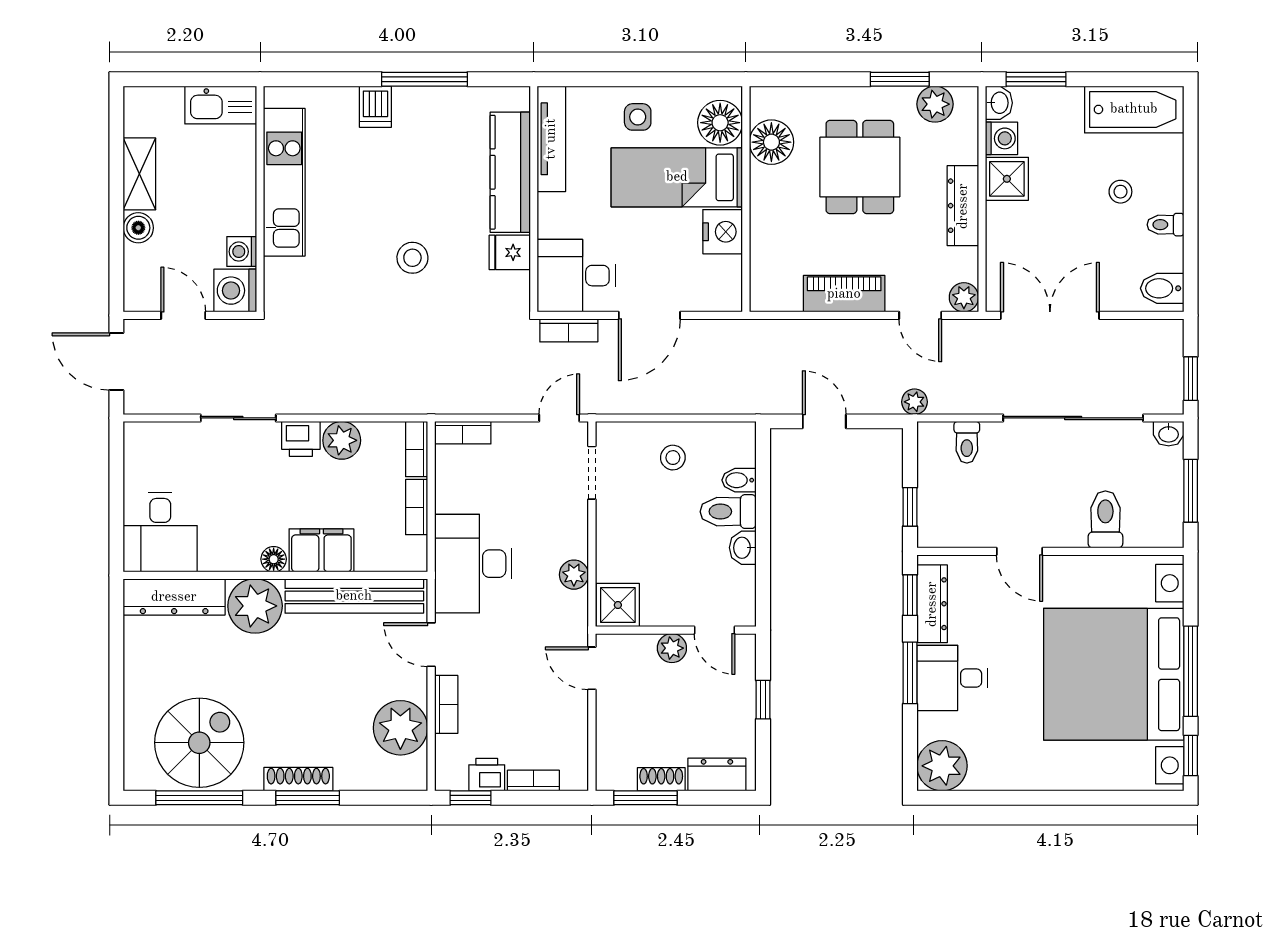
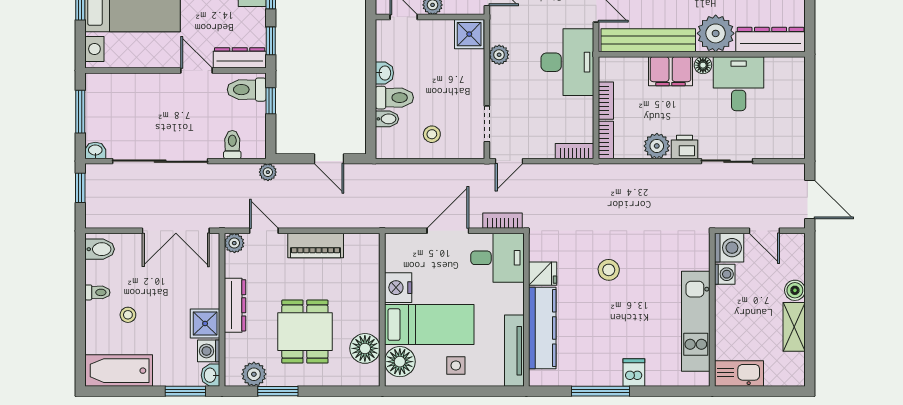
toilet: (1105, 519) -> (247, 90), moved, turned 90
desk: (160, 532) -> (739, 84), moved
dresser: (932, 604) -> (240, 58), moved, turned 90

